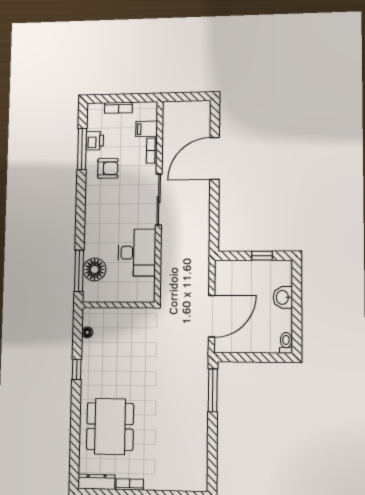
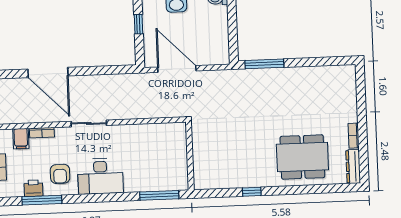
armchair: (108, 168) -> (60, 174), turned 180
sliding door: (159, 200) -> (89, 123), width x0.73
desk: (137, 253) -> (100, 176), moved, turned 180
floor lamp: (95, 269) -> (157, 181), removed
door: (212, 316) -> (177, 69), moved
floor lamp: (87, 332) -> (217, 184), removed

